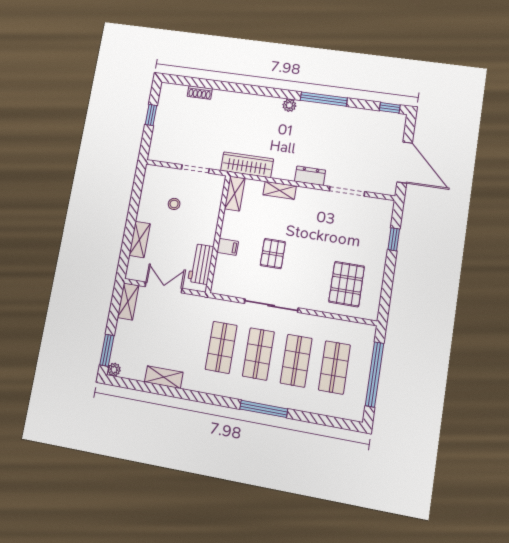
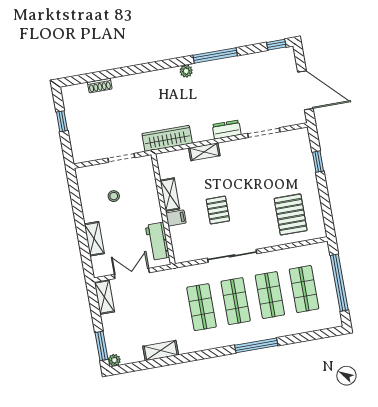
shelving: (235, 194) -> (170, 195), moved

